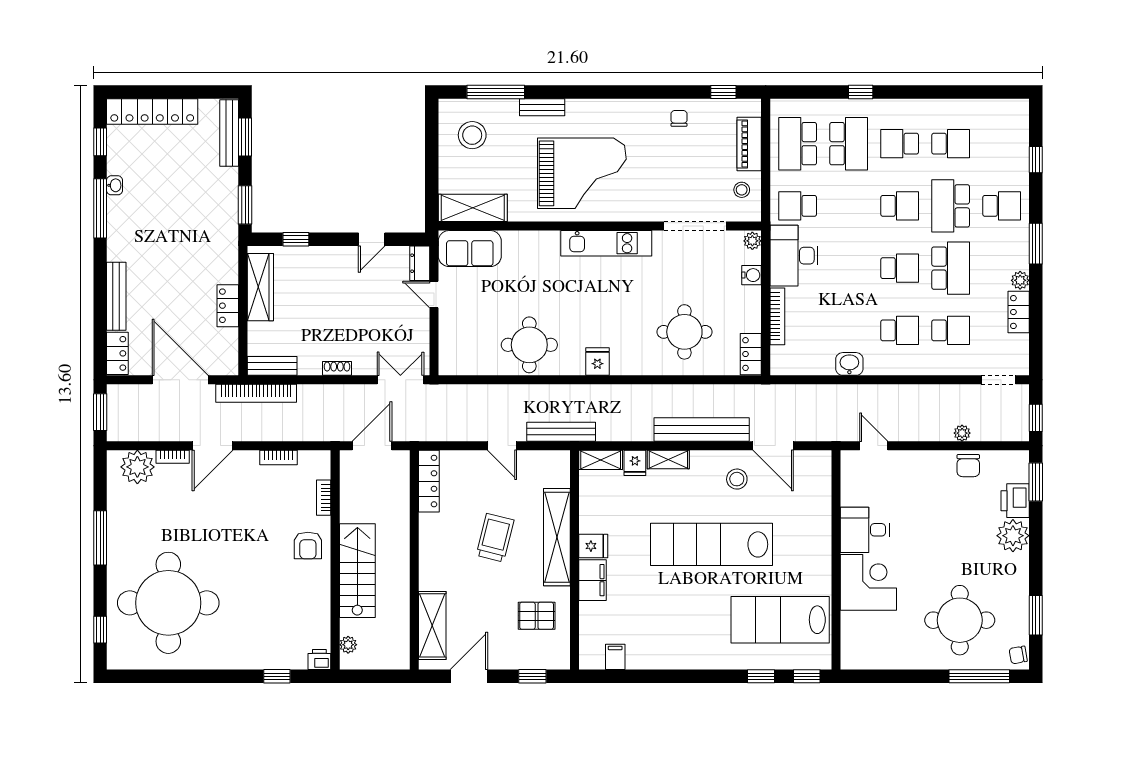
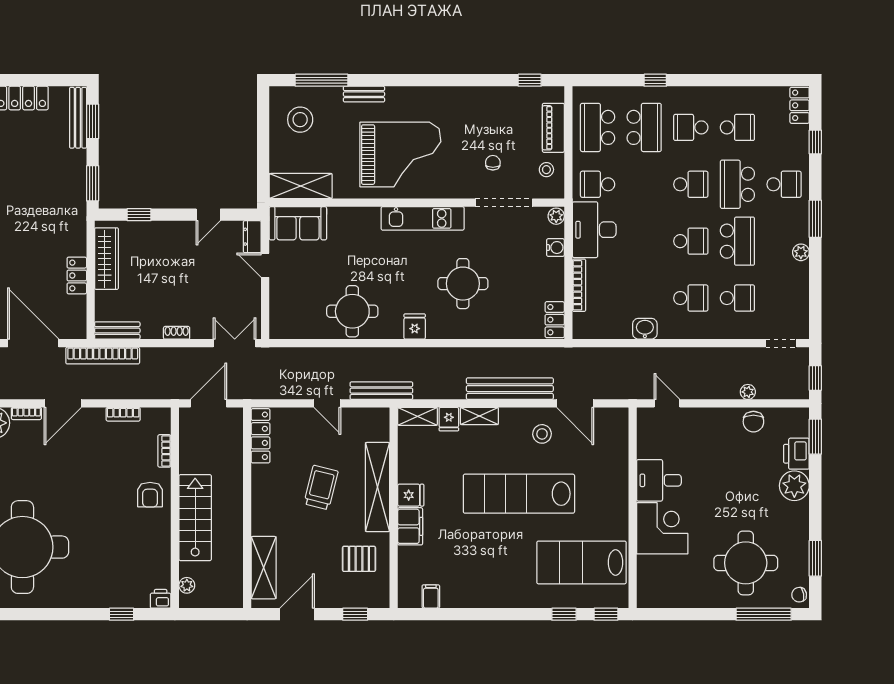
chair: (679, 118) -> (493, 163), moved
locker: (1019, 312) -> (800, 105), moved
round table: (684, 332) -> (463, 284), moved

